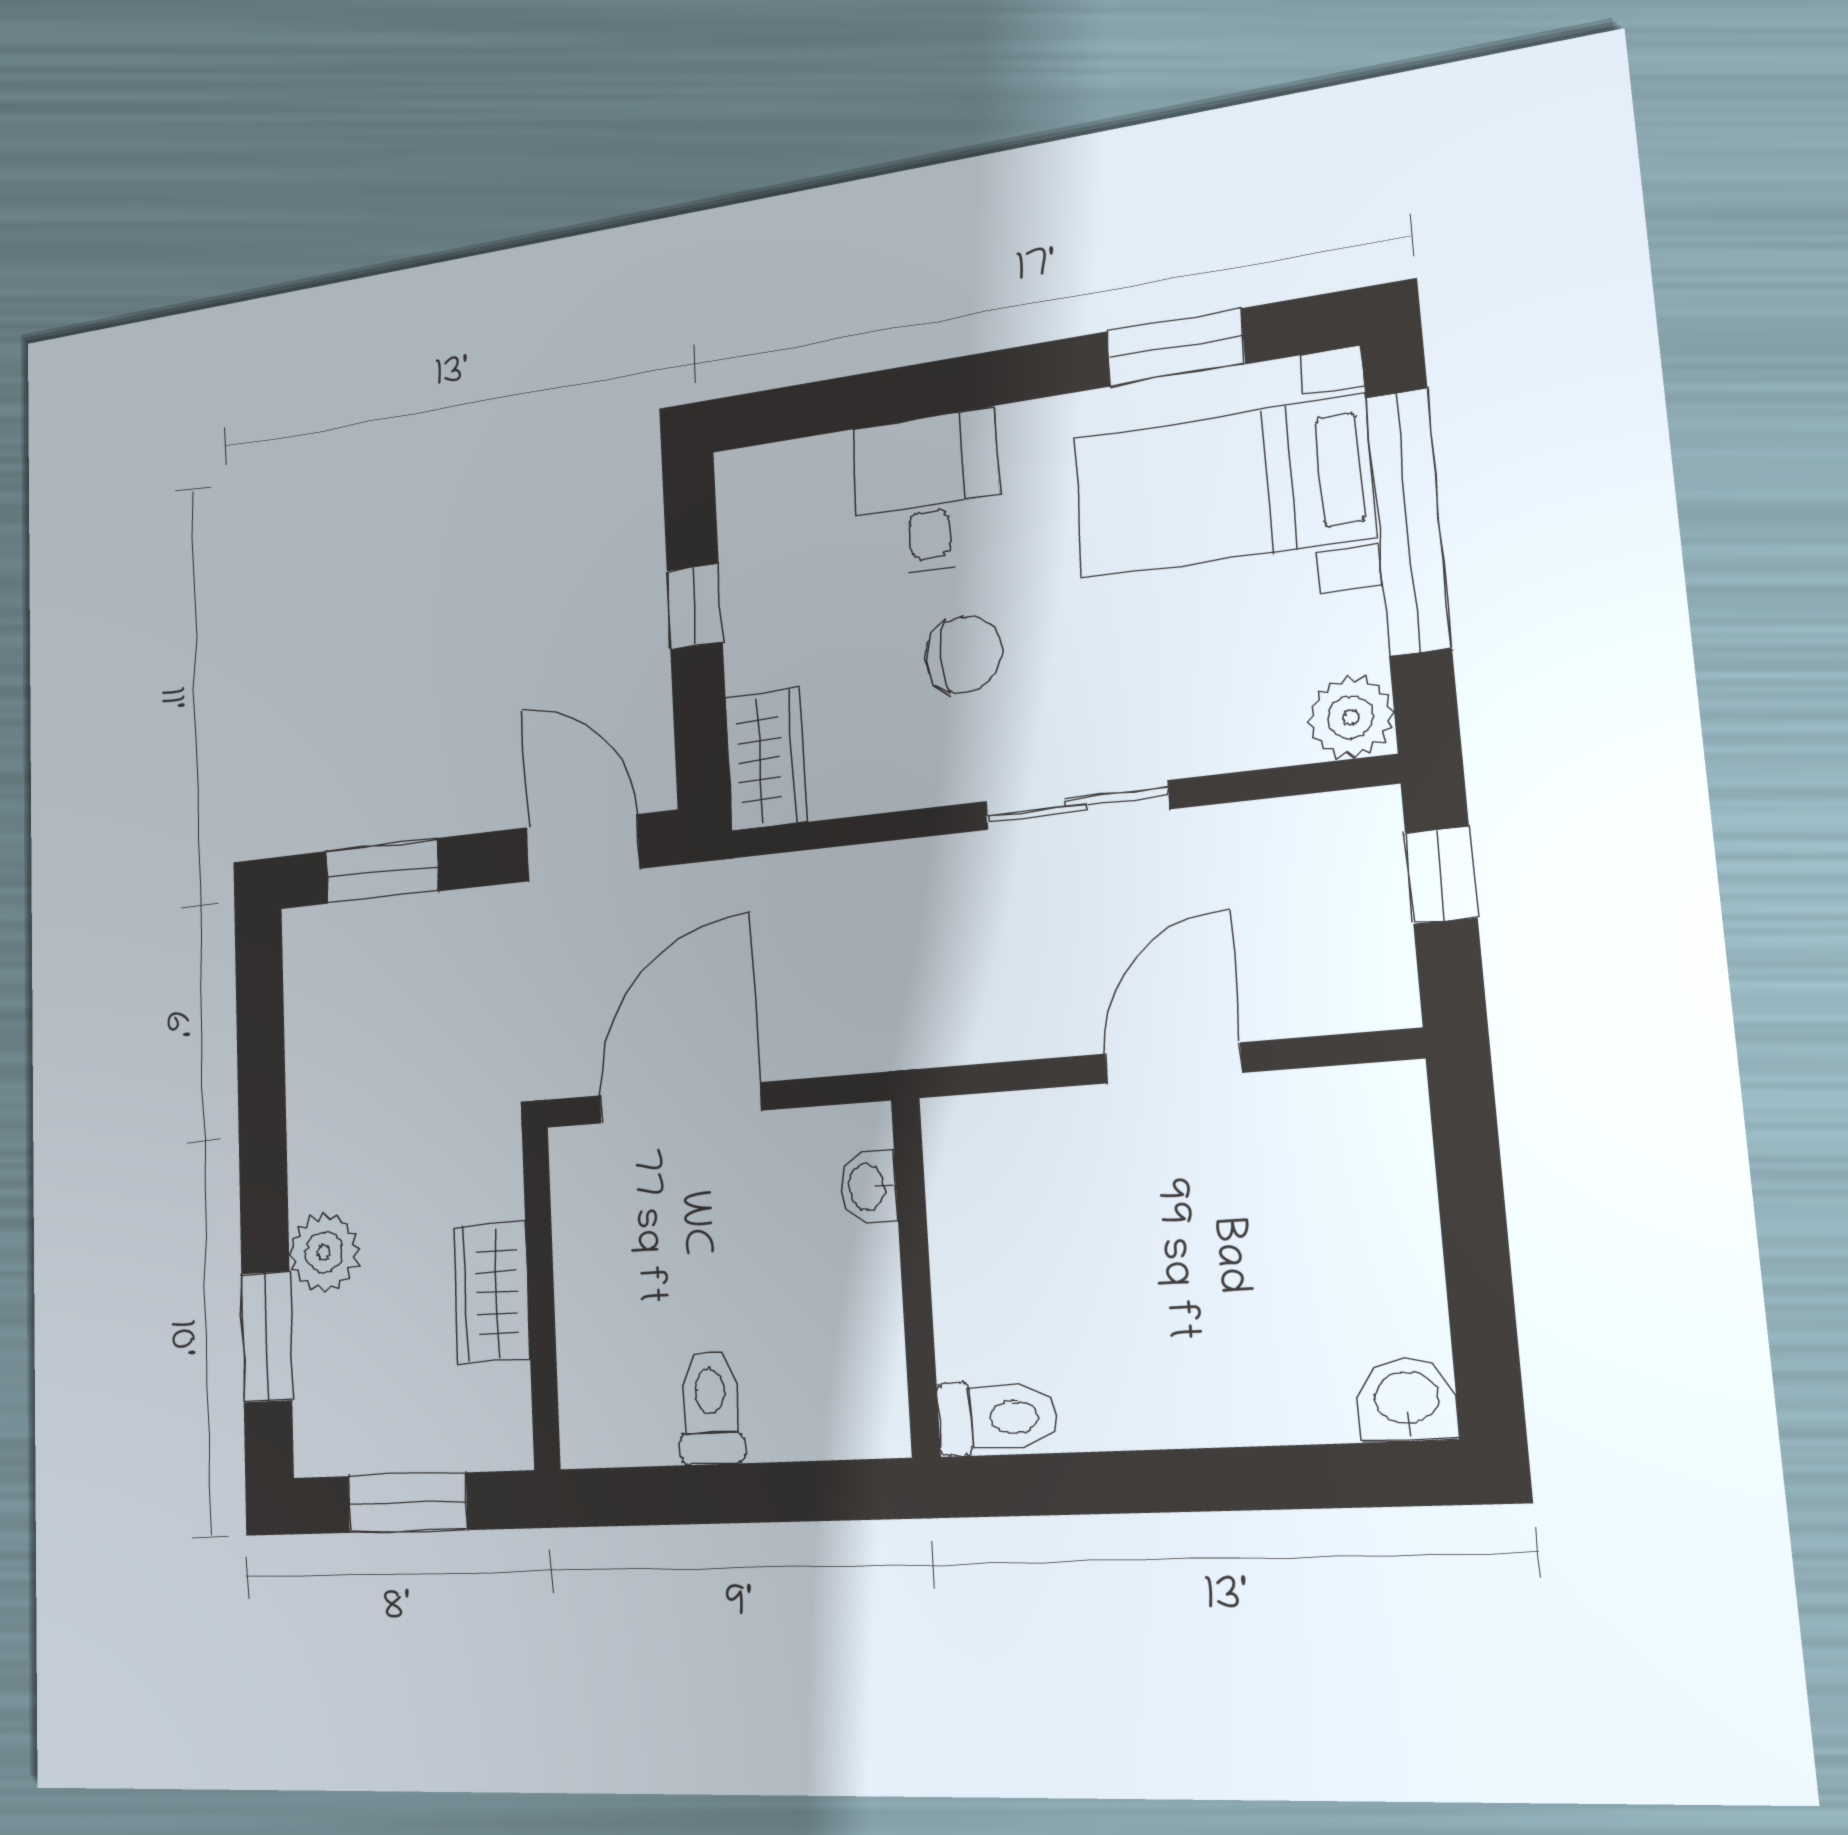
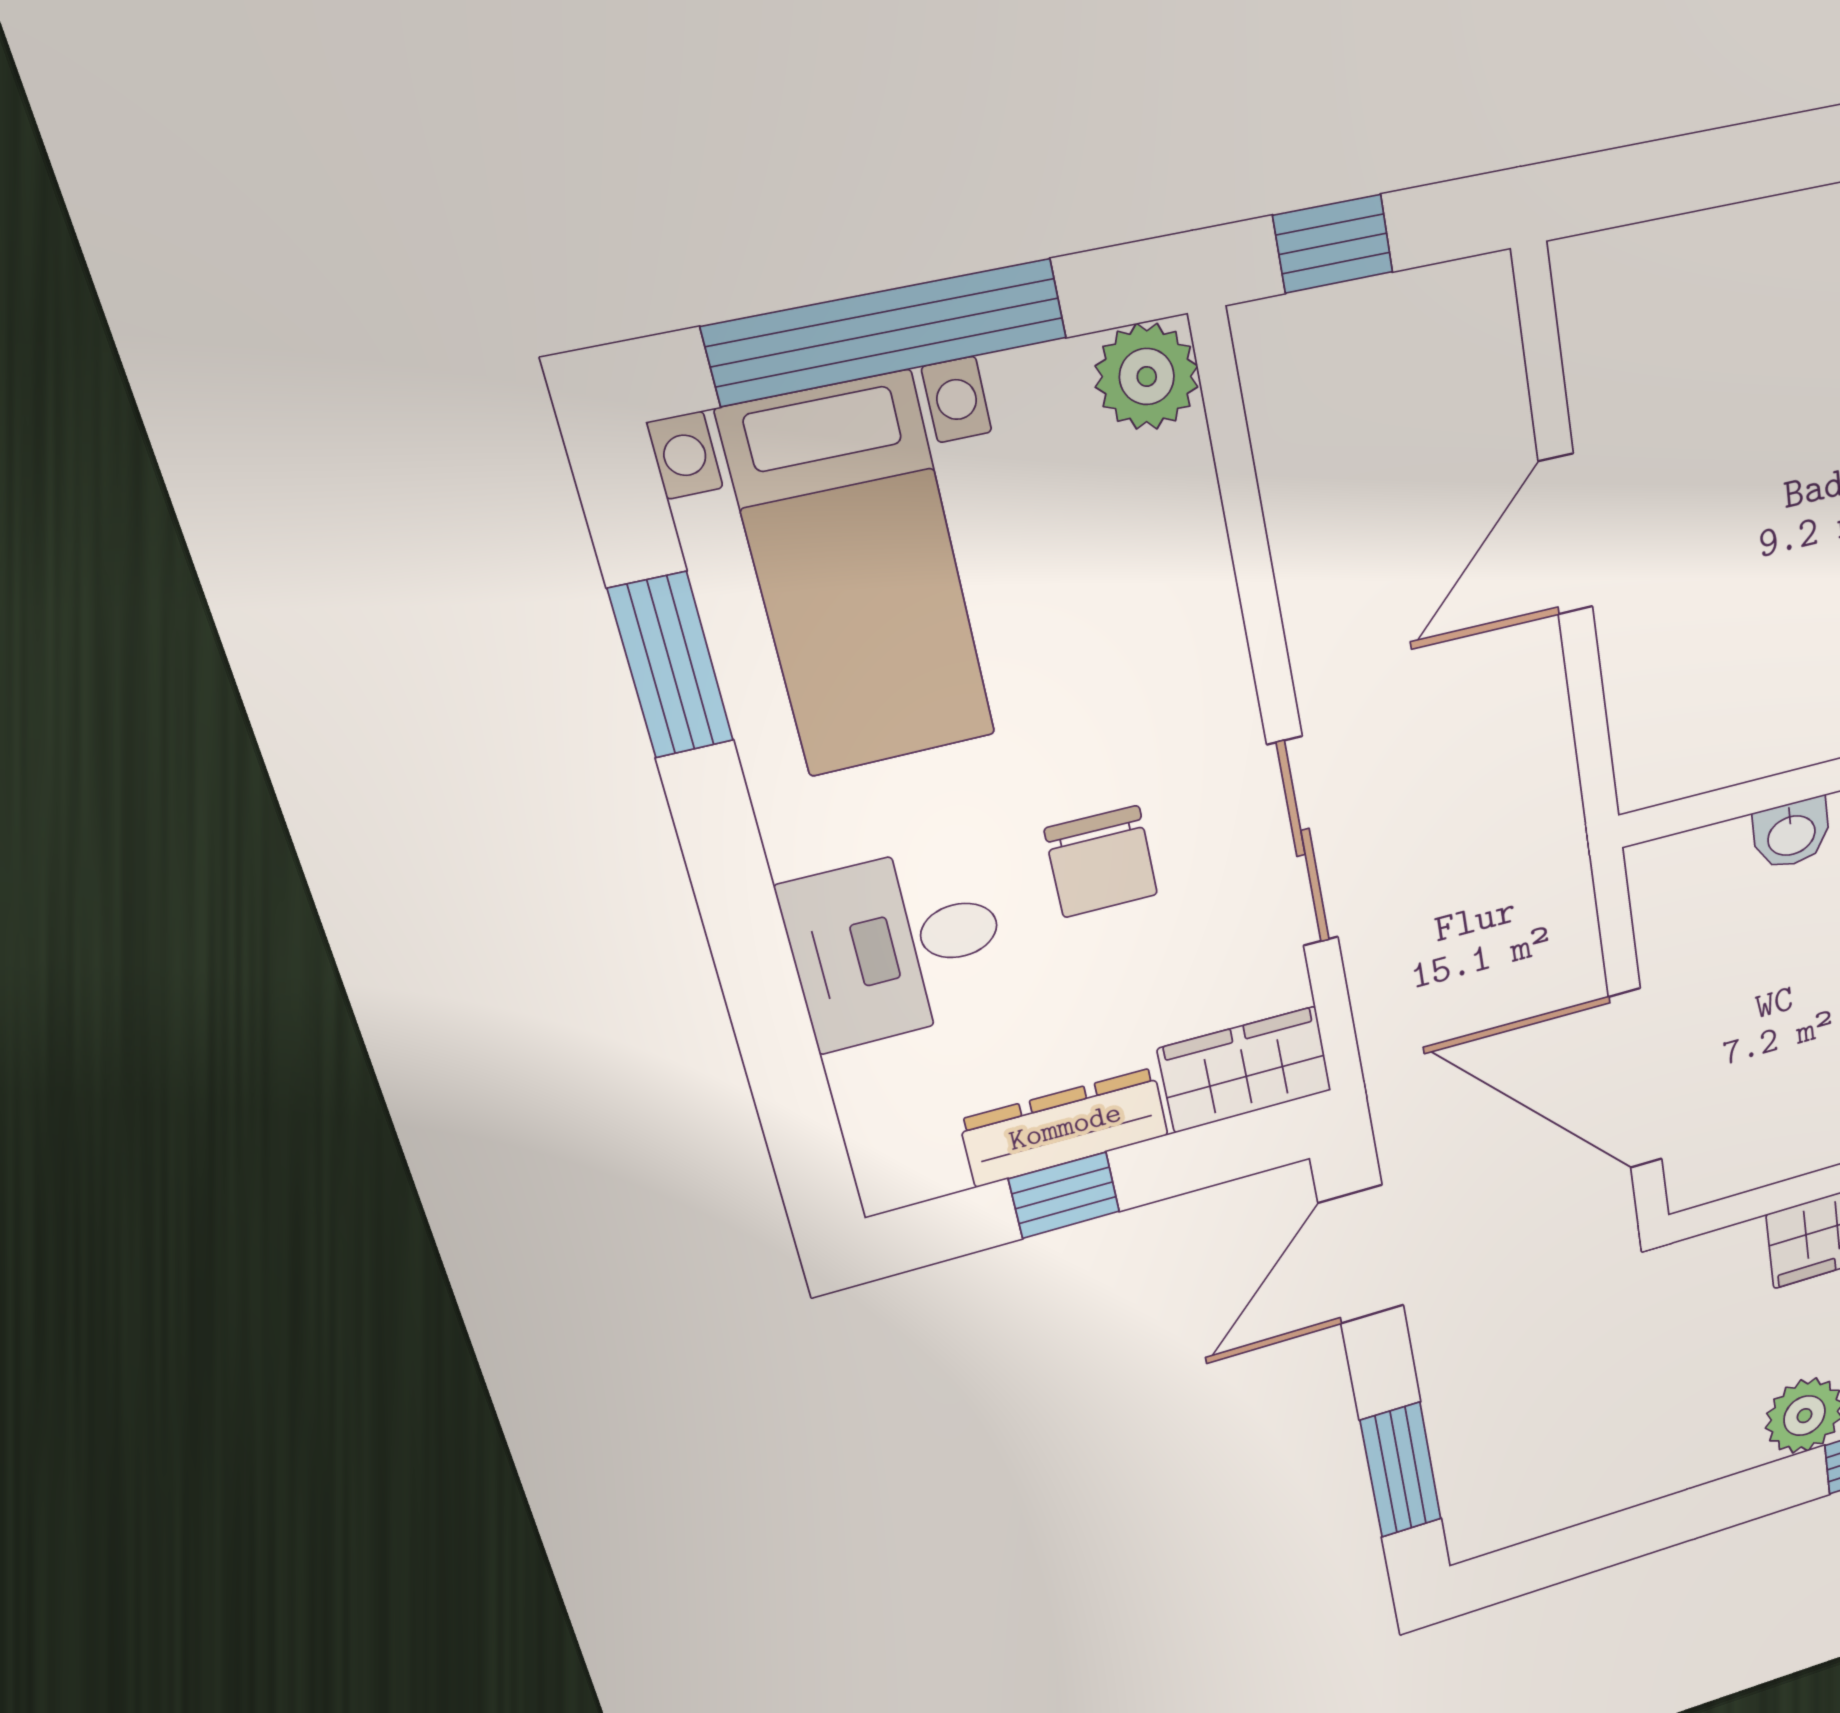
dresser: (751, 611) -> (1065, 1127), added
chair: (964, 655) -> (1101, 862), turned 180
sliding door: (1077, 805) -> (1303, 842), moved
door: (1173, 1063) -> (1566, 535), hinge flipped
washbasin: (868, 1187) -> (1791, 834), moved

